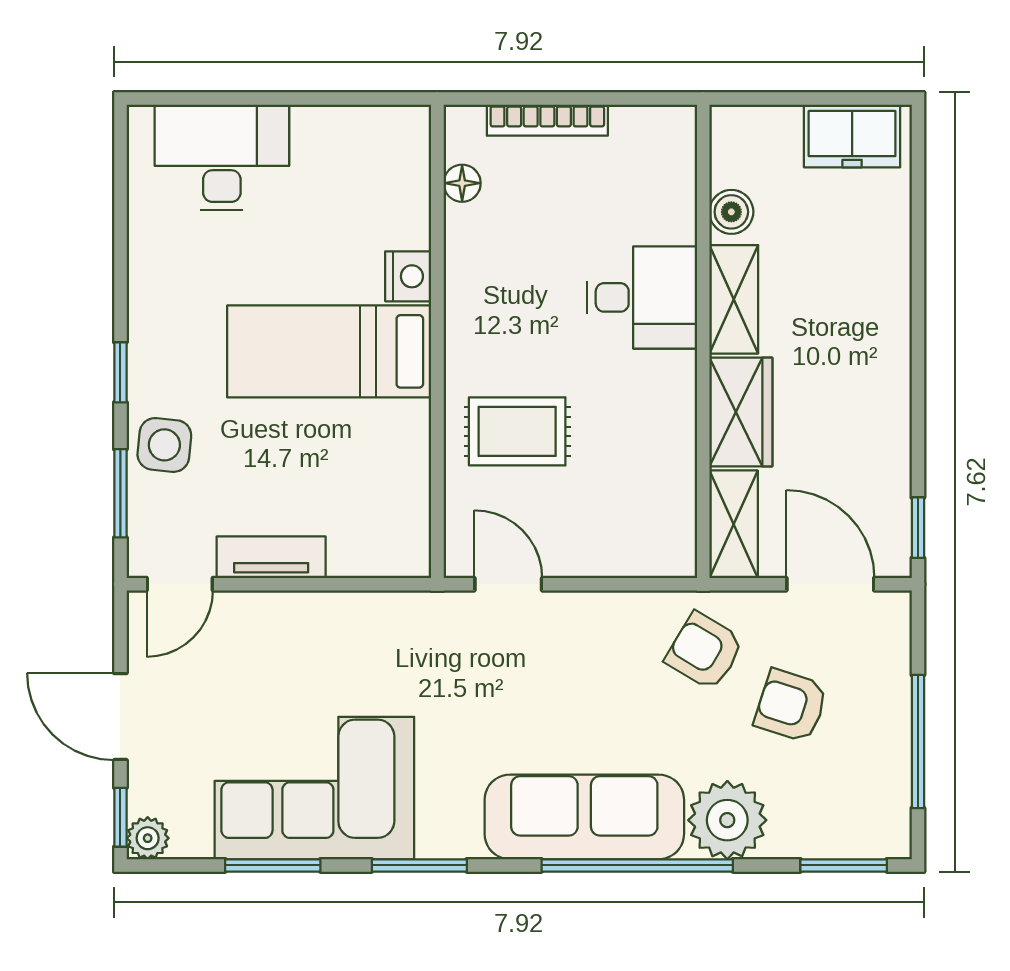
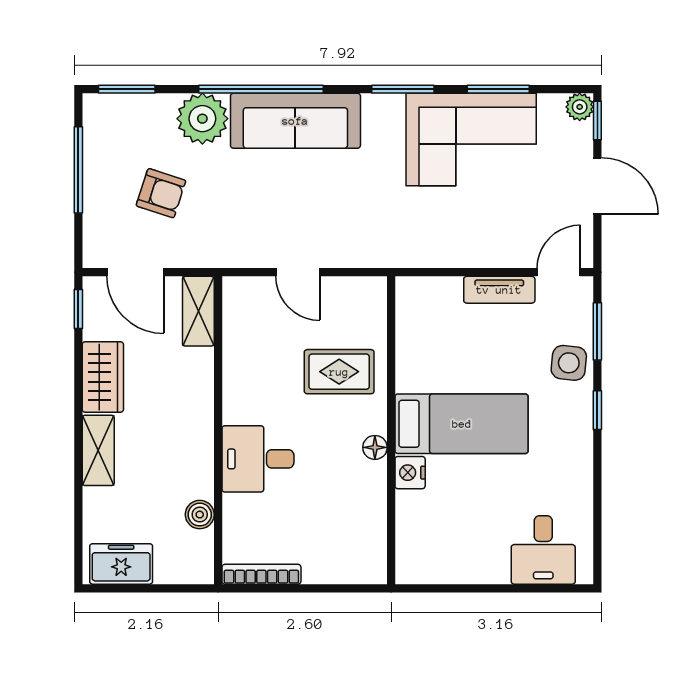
bookcase: (547, 120) -> (261, 574), moved
desk: (222, 158) -> (543, 550), width x0.73
floor lamp: (462, 183) -> (375, 447), moved
shelving: (734, 299) -> (98, 450), moved
wardrobe: (741, 412) -> (103, 377), moved, turned 180
door: (508, 584) -> (298, 272), moved
armchair: (705, 651) -> (217, 229), removed

